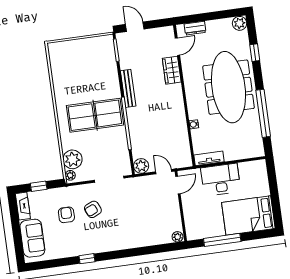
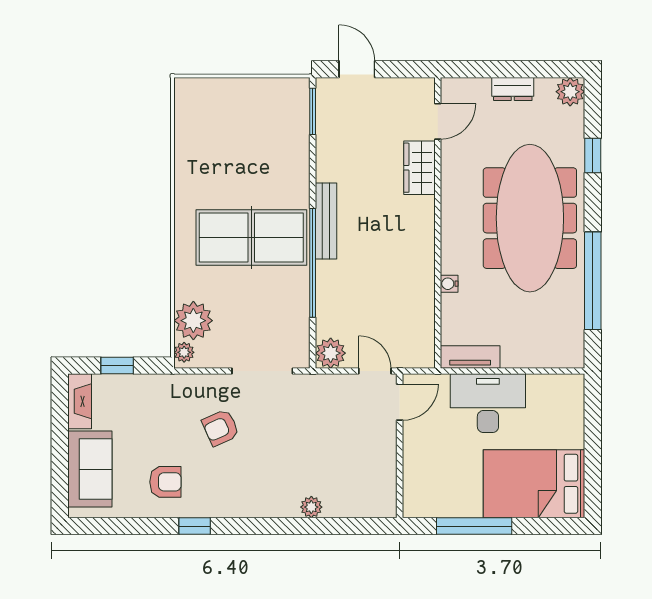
dresser: (195, 28) -> (513, 89), moved
bench: (128, 88) -> (326, 221), moved
armchair: (66, 215) -> (165, 482), moved, turned 90
plant: (178, 237) -> (311, 507), moved

